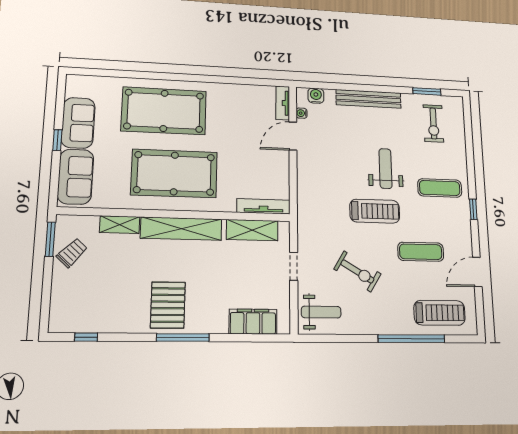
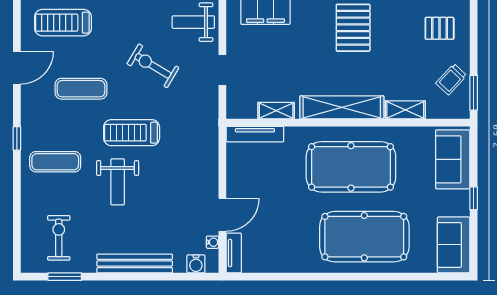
sofa: (78, 123) -> (454, 245), moved
shelving: (252, 230) -> (276, 111), width x0.67, depth x0.75
pallet: (81, 303) -> (440, 28), added

